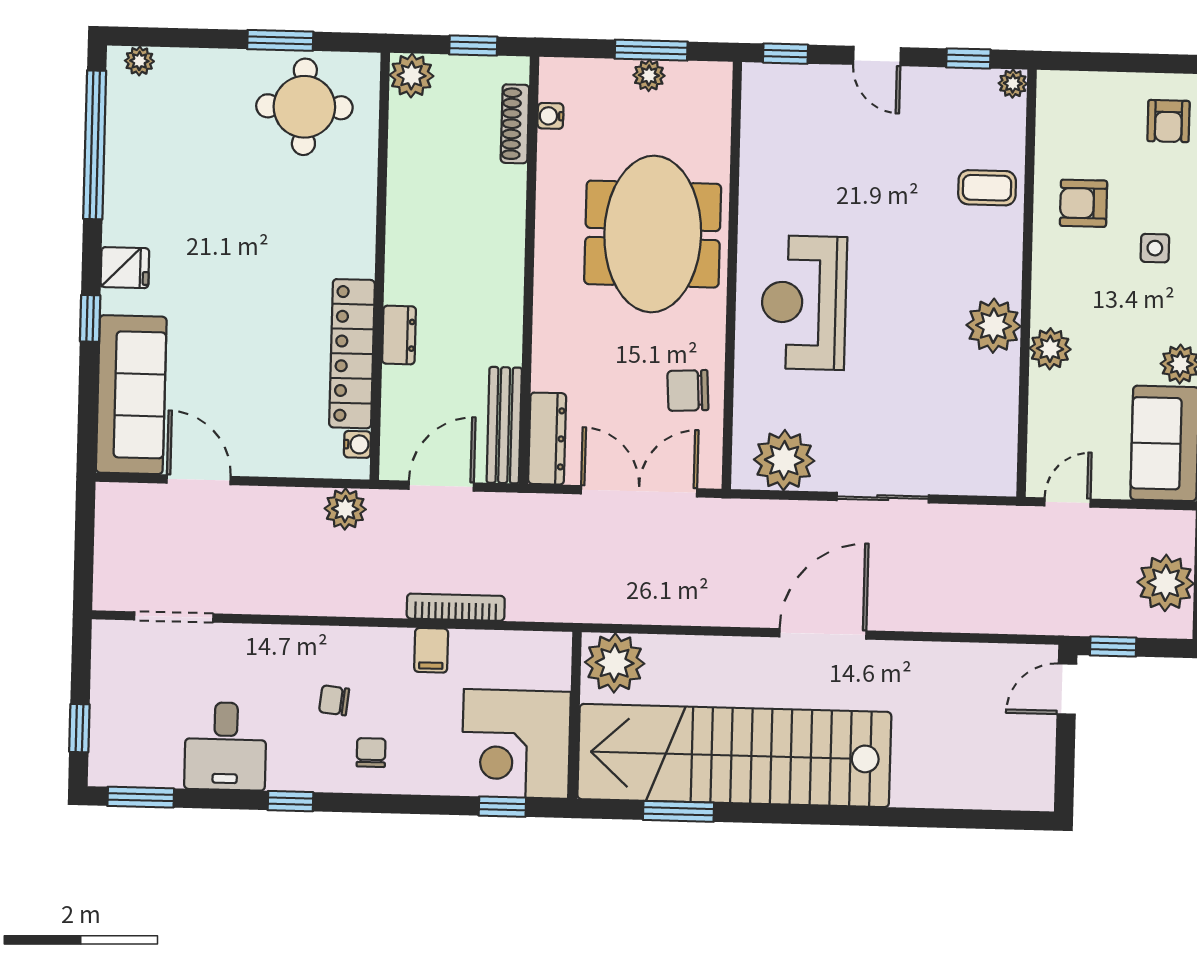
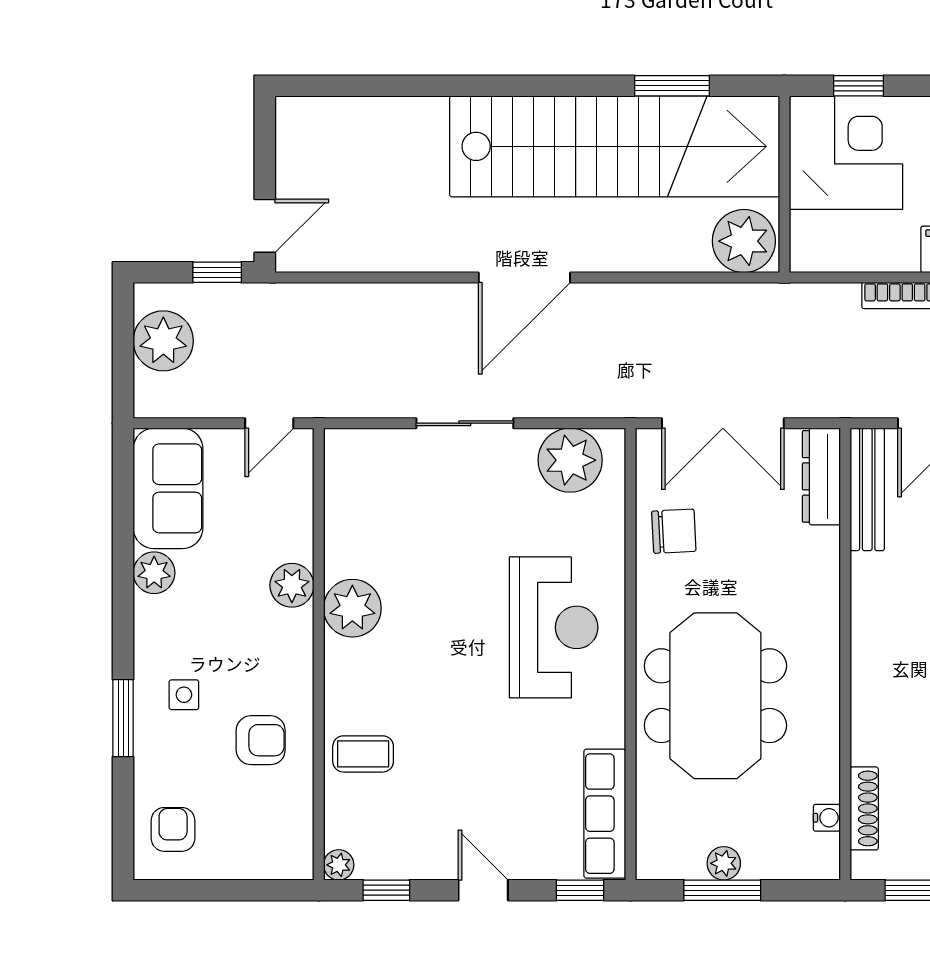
row of seats: (760, 125) -> (605, 814), added

